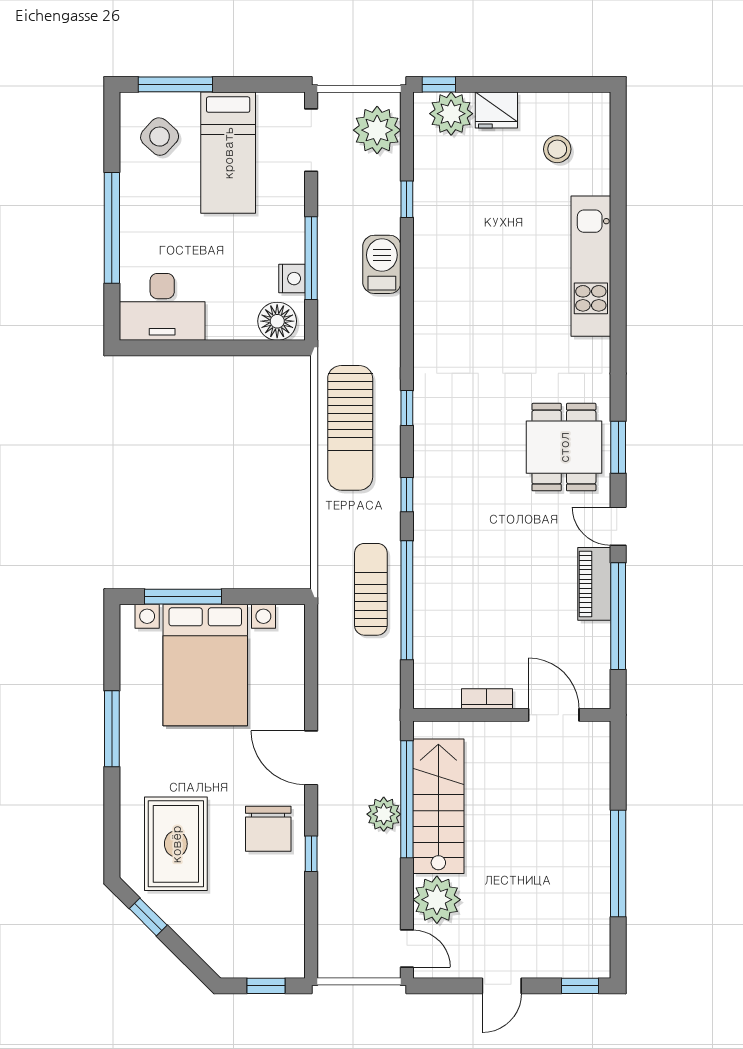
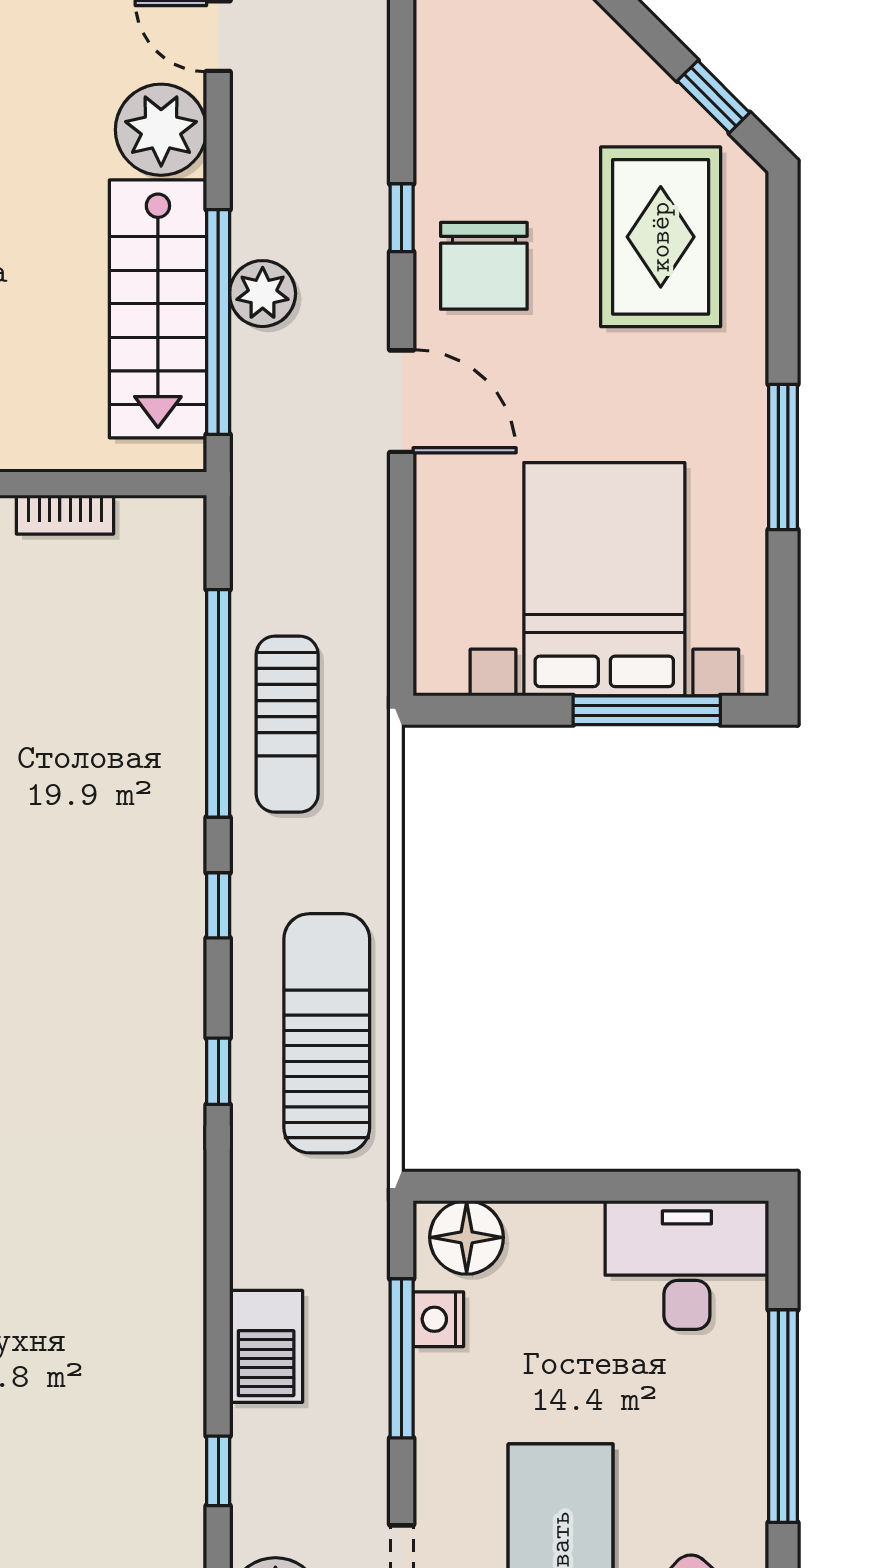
chair: (268, 829) -> (484, 266), turned 180

